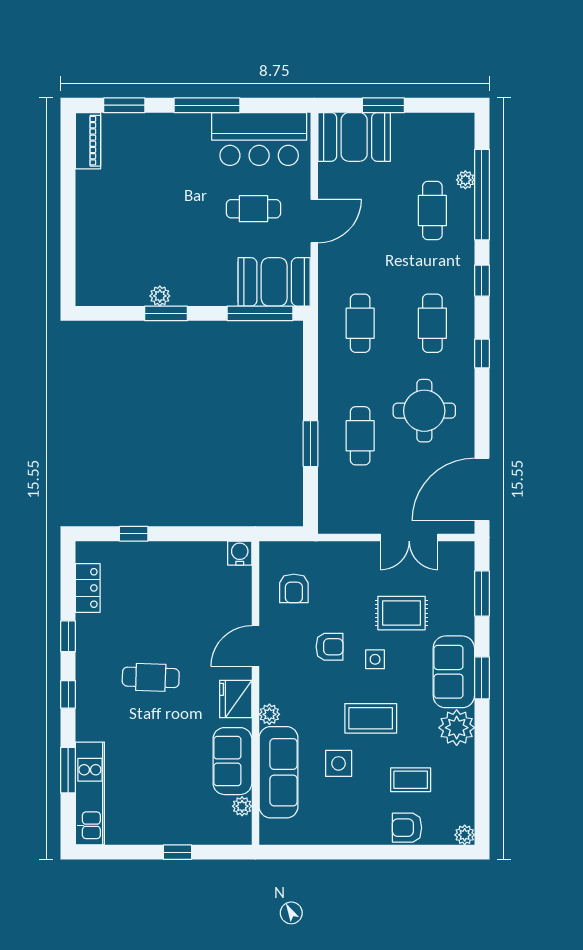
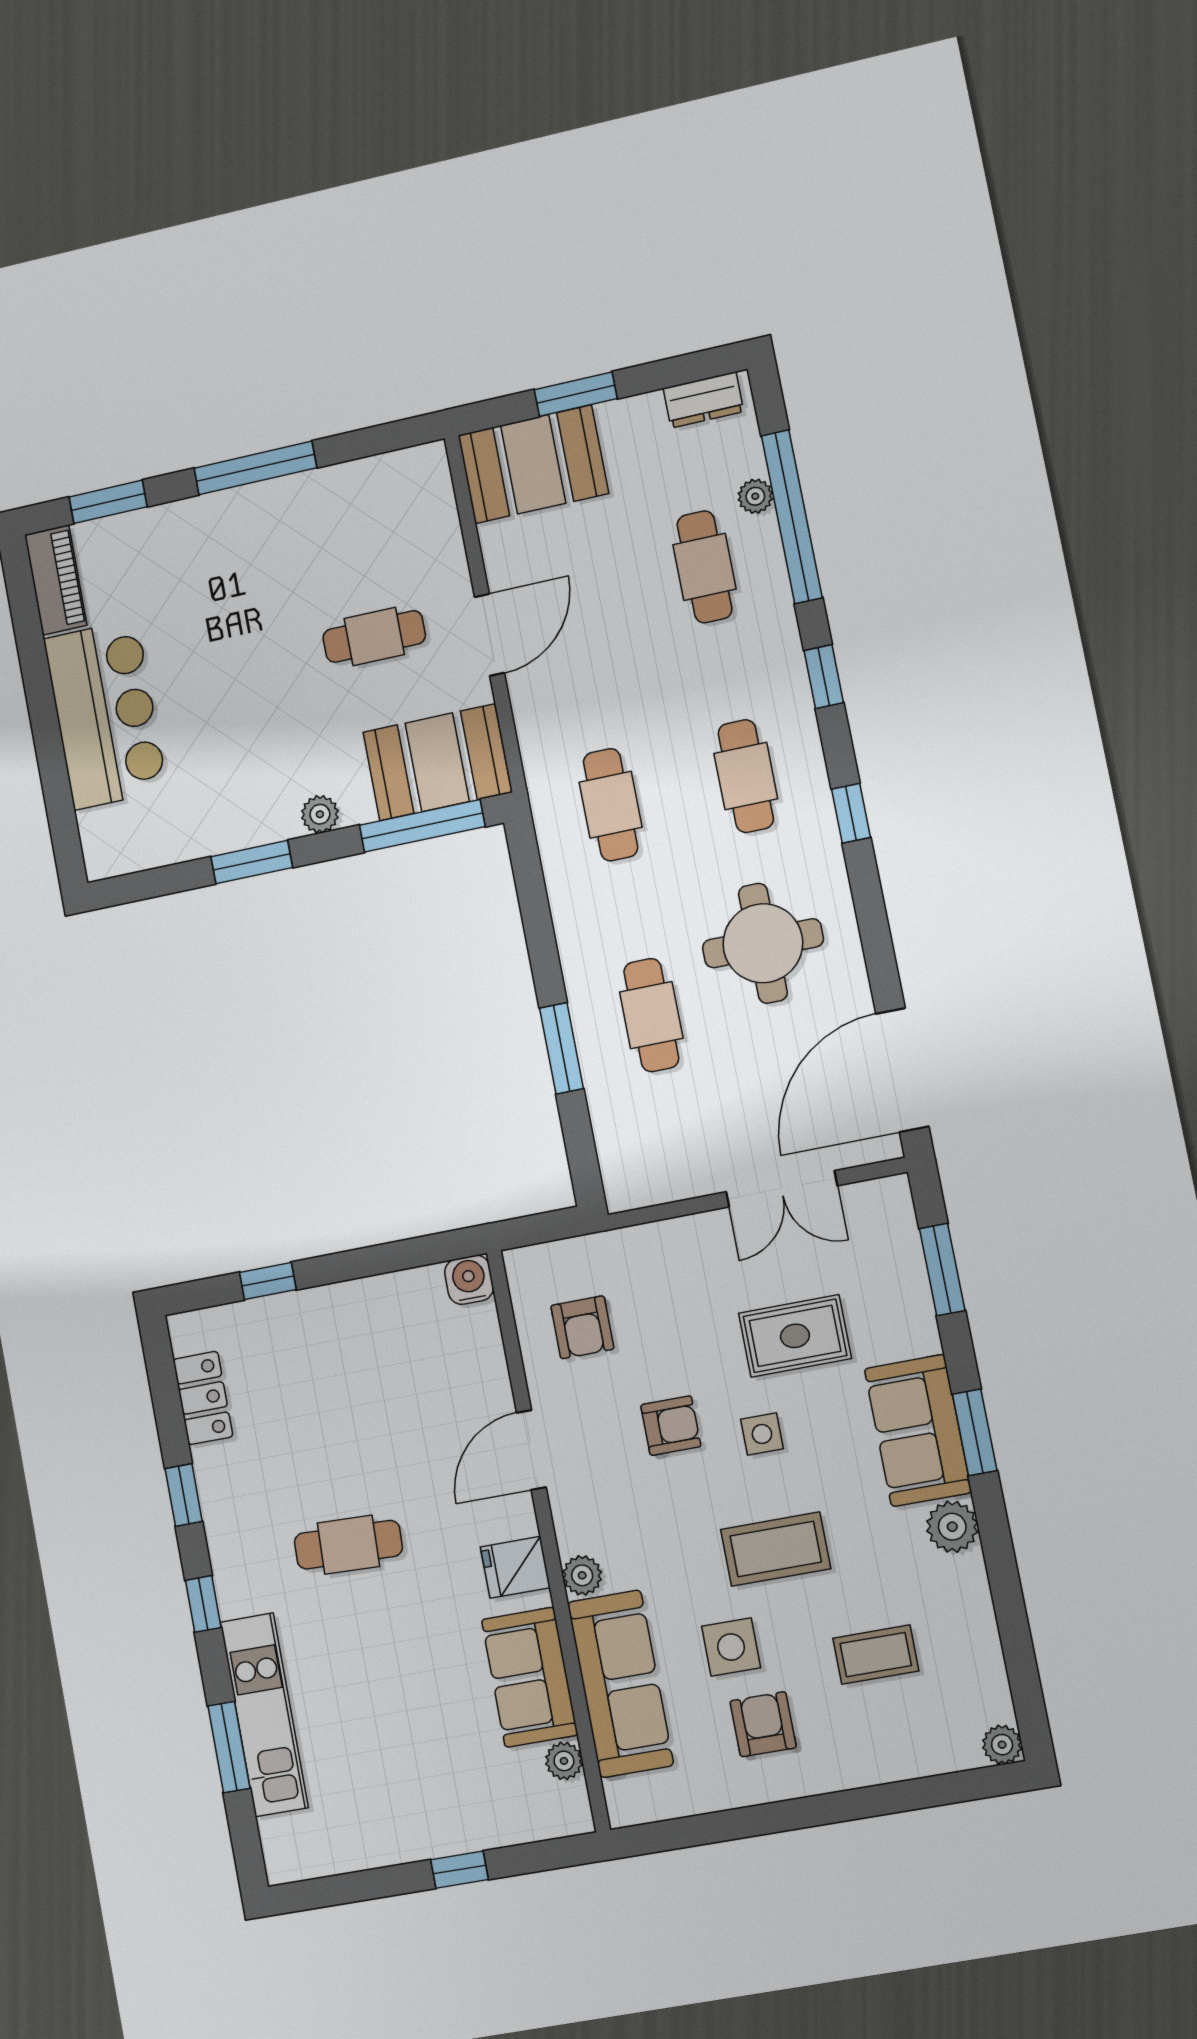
dresser: (449, 124) -> (703, 400), added
bar counter: (259, 139) -> (105, 714), moved, turned -90
plant: (160, 296) -> (320, 814), moved
fridge: (236, 699) -> (515, 1567), width x0.72
plant: (457, 728) -> (952, 1527), width x0.73, depth x0.73
kitchen unit: (90, 793) -> (264, 1715), moved
armchair: (407, 828) -> (763, 1724), moved, turned 90

